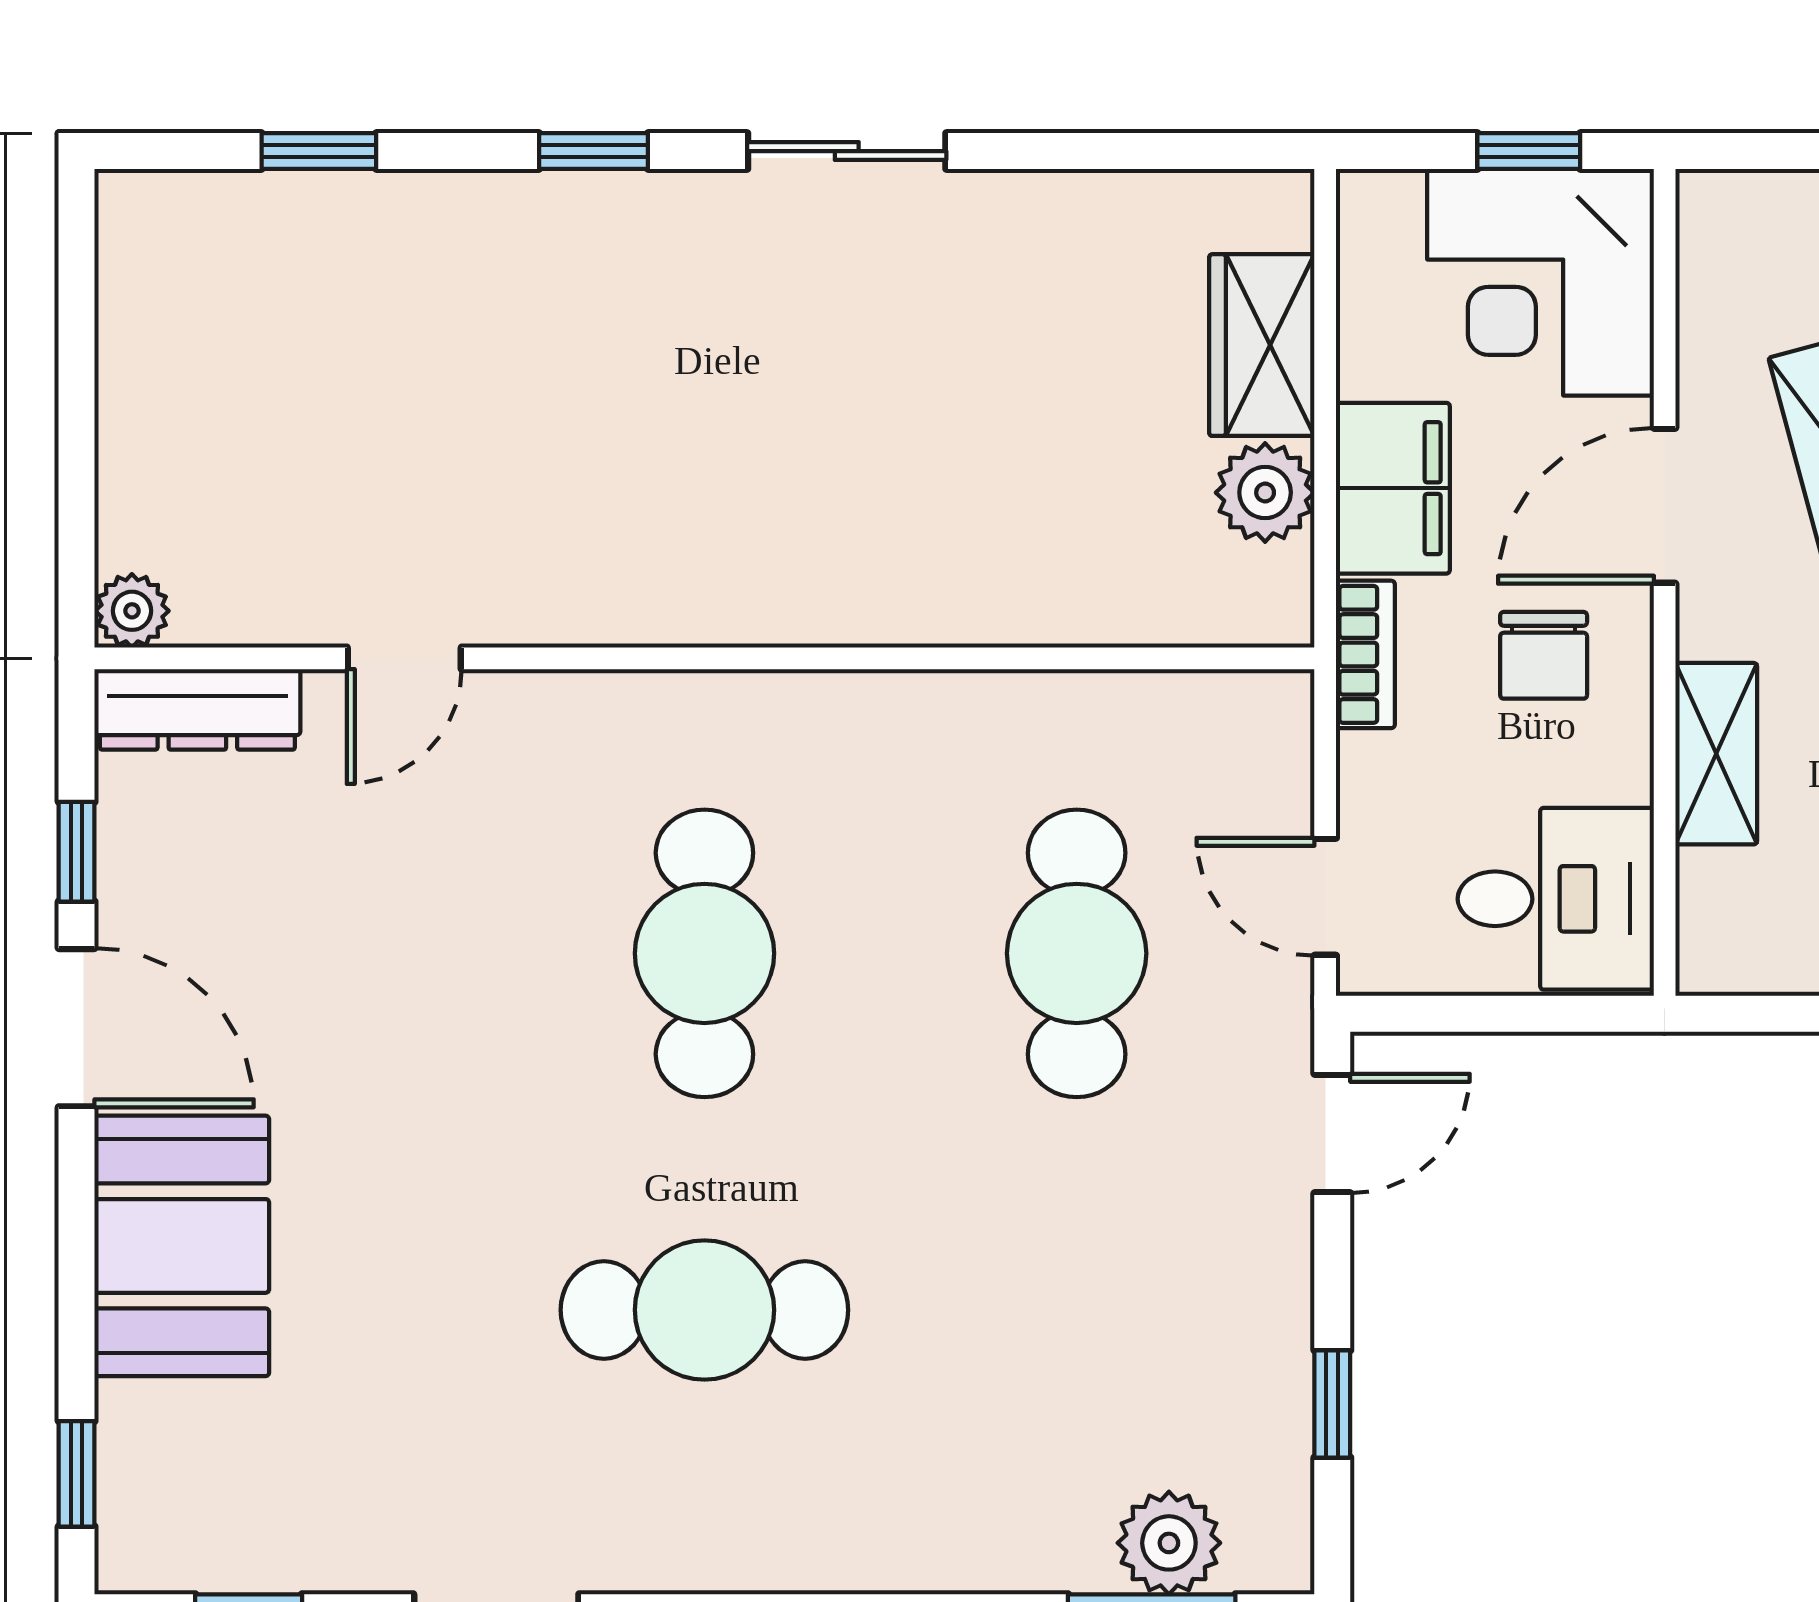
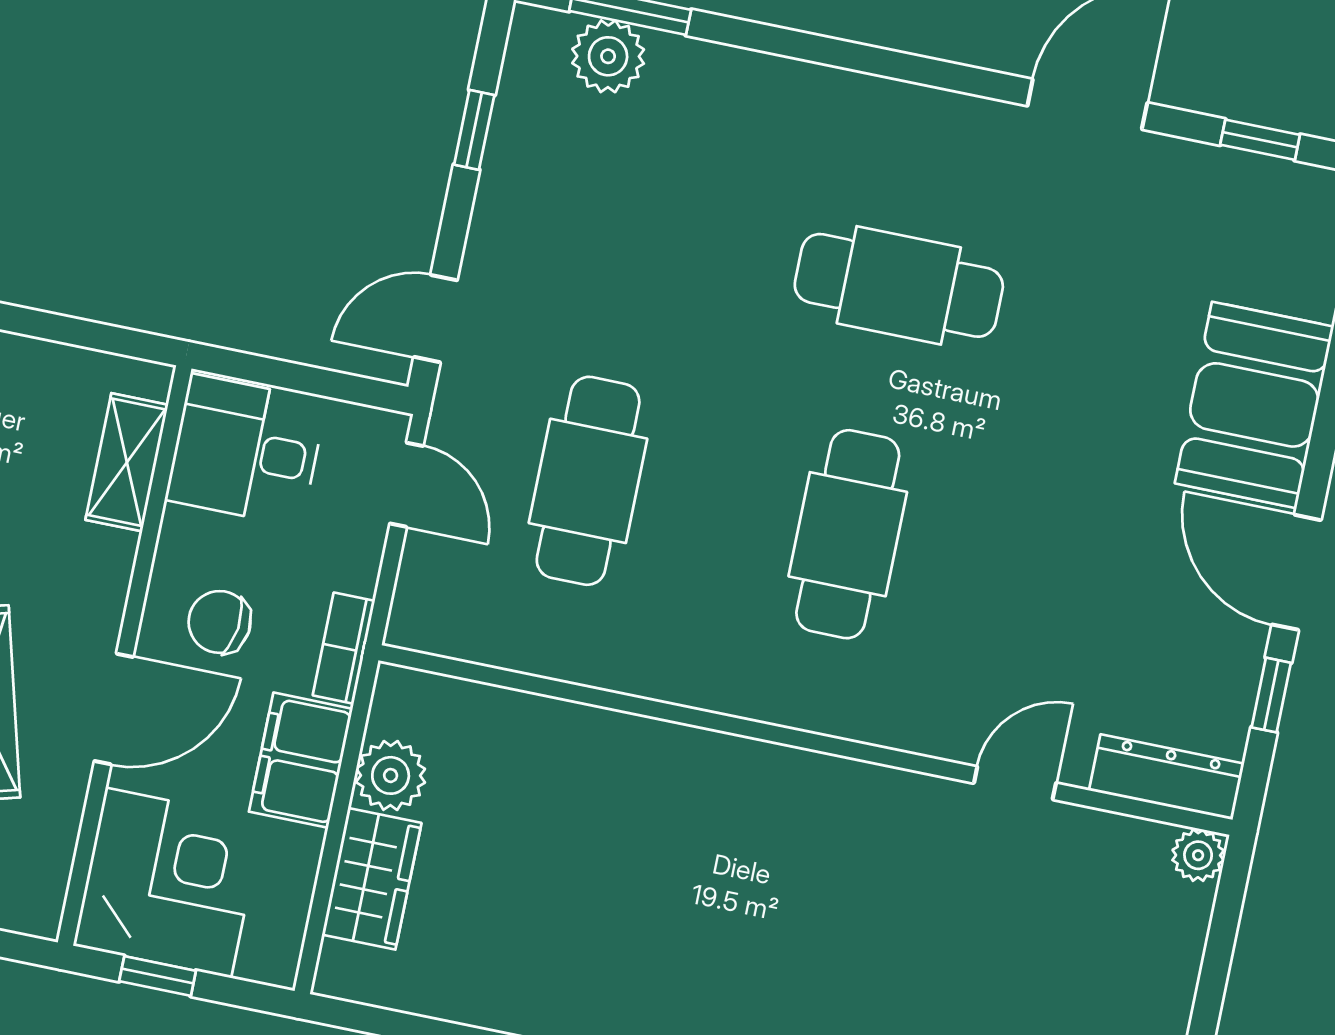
chair: (1544, 655) -> (220, 622), turned -83
shelving: (1716, 754) -> (127, 462), moved

